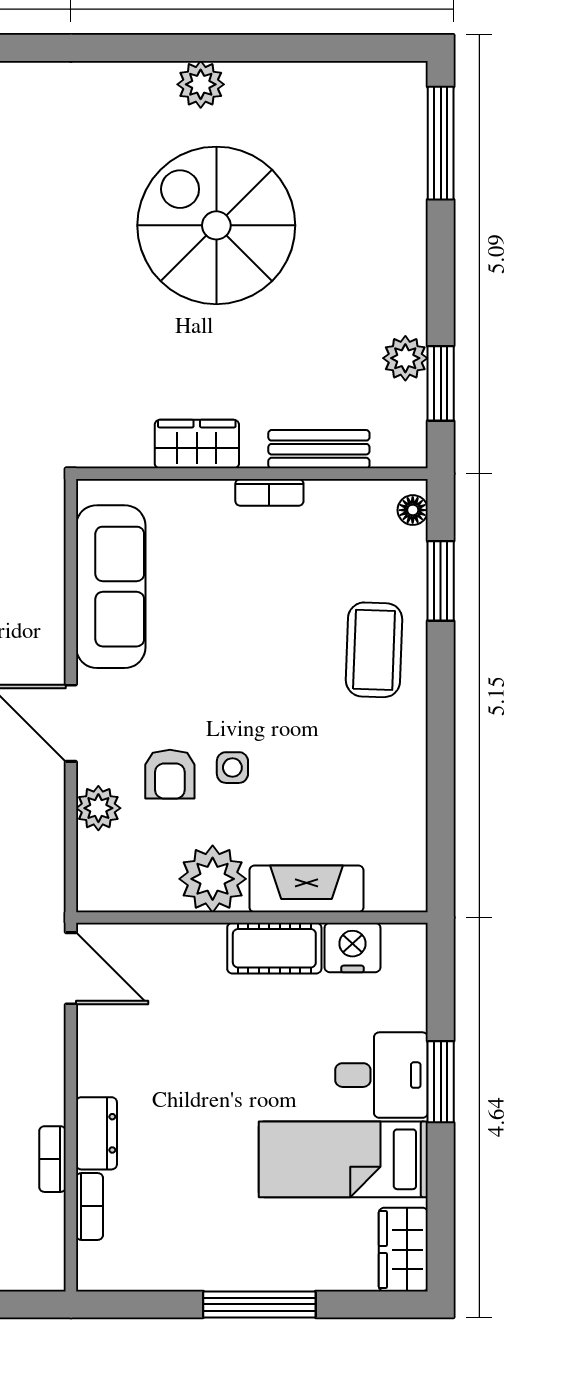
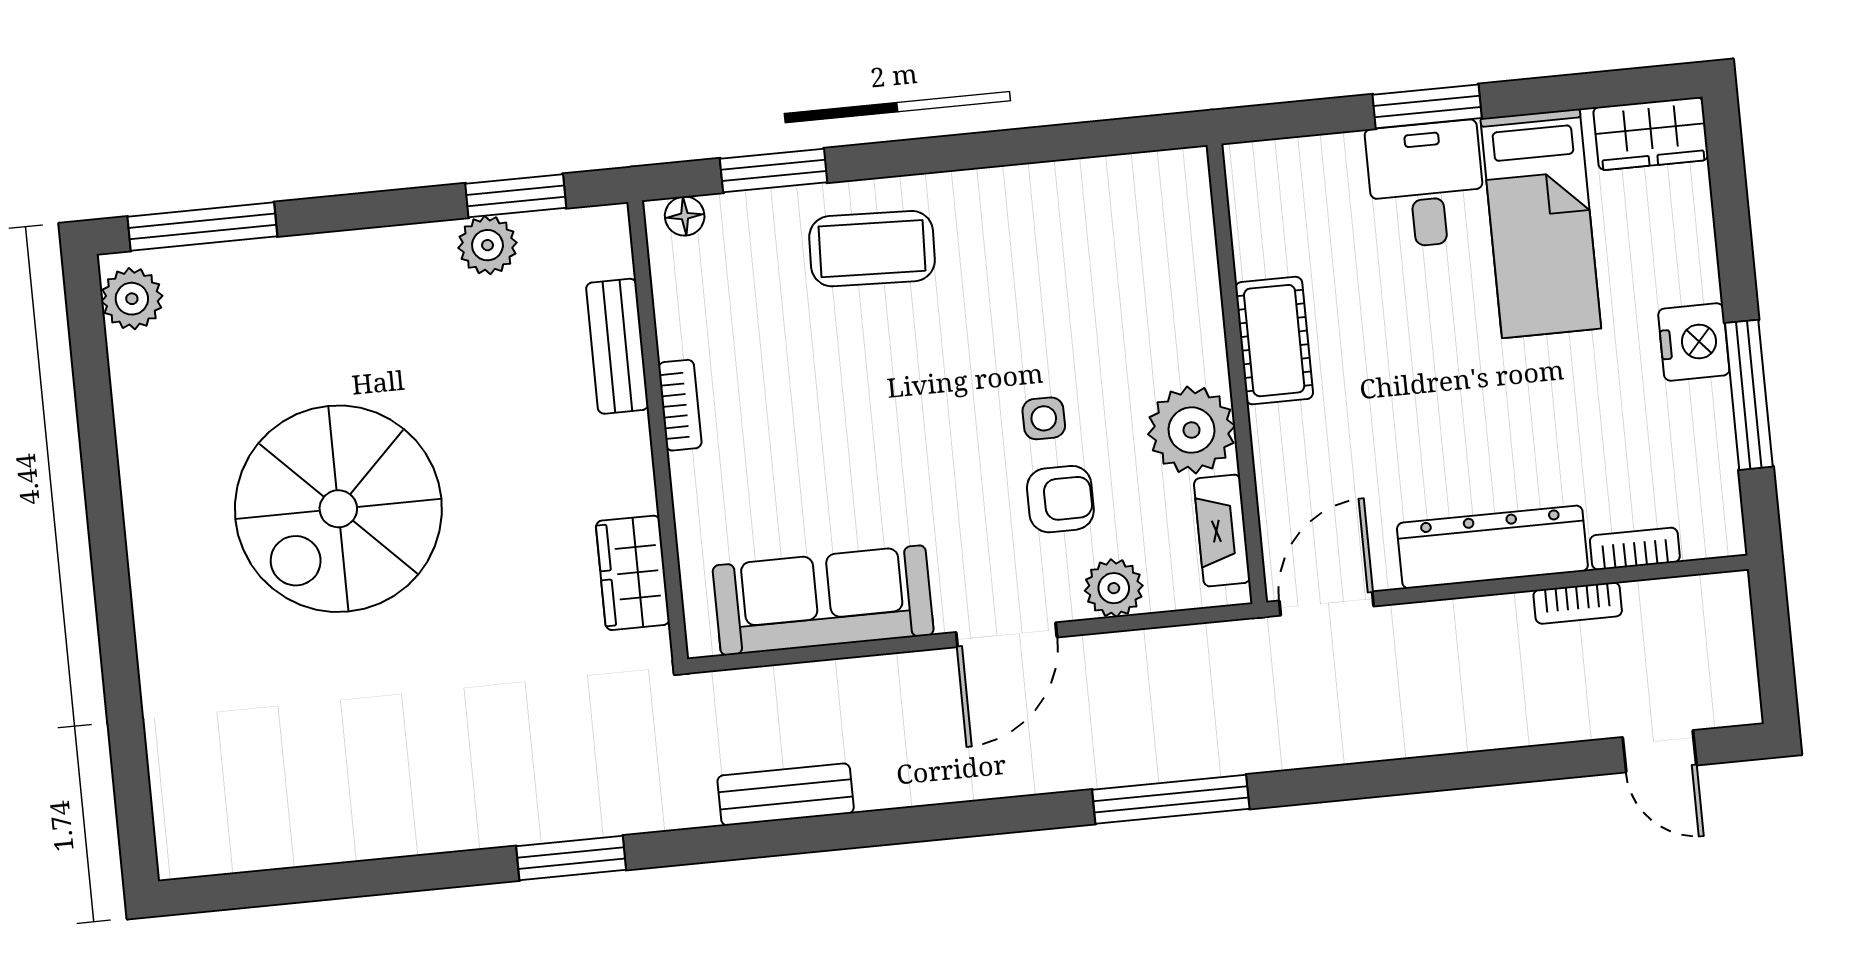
plant: (201, 84) -> (132, 299), moved
wardrobe: (197, 444) -> (633, 573), moved
fireplace: (306, 889) -> (1222, 531), moved, width x0.73, depth x0.76
nightstand: (352, 948) -> (1694, 342), moved, turned 180
dresser: (96, 1133) -> (1492, 547), width x1.96, depth x1.24
window: (259, 1304) -> (1749, 395), moved

